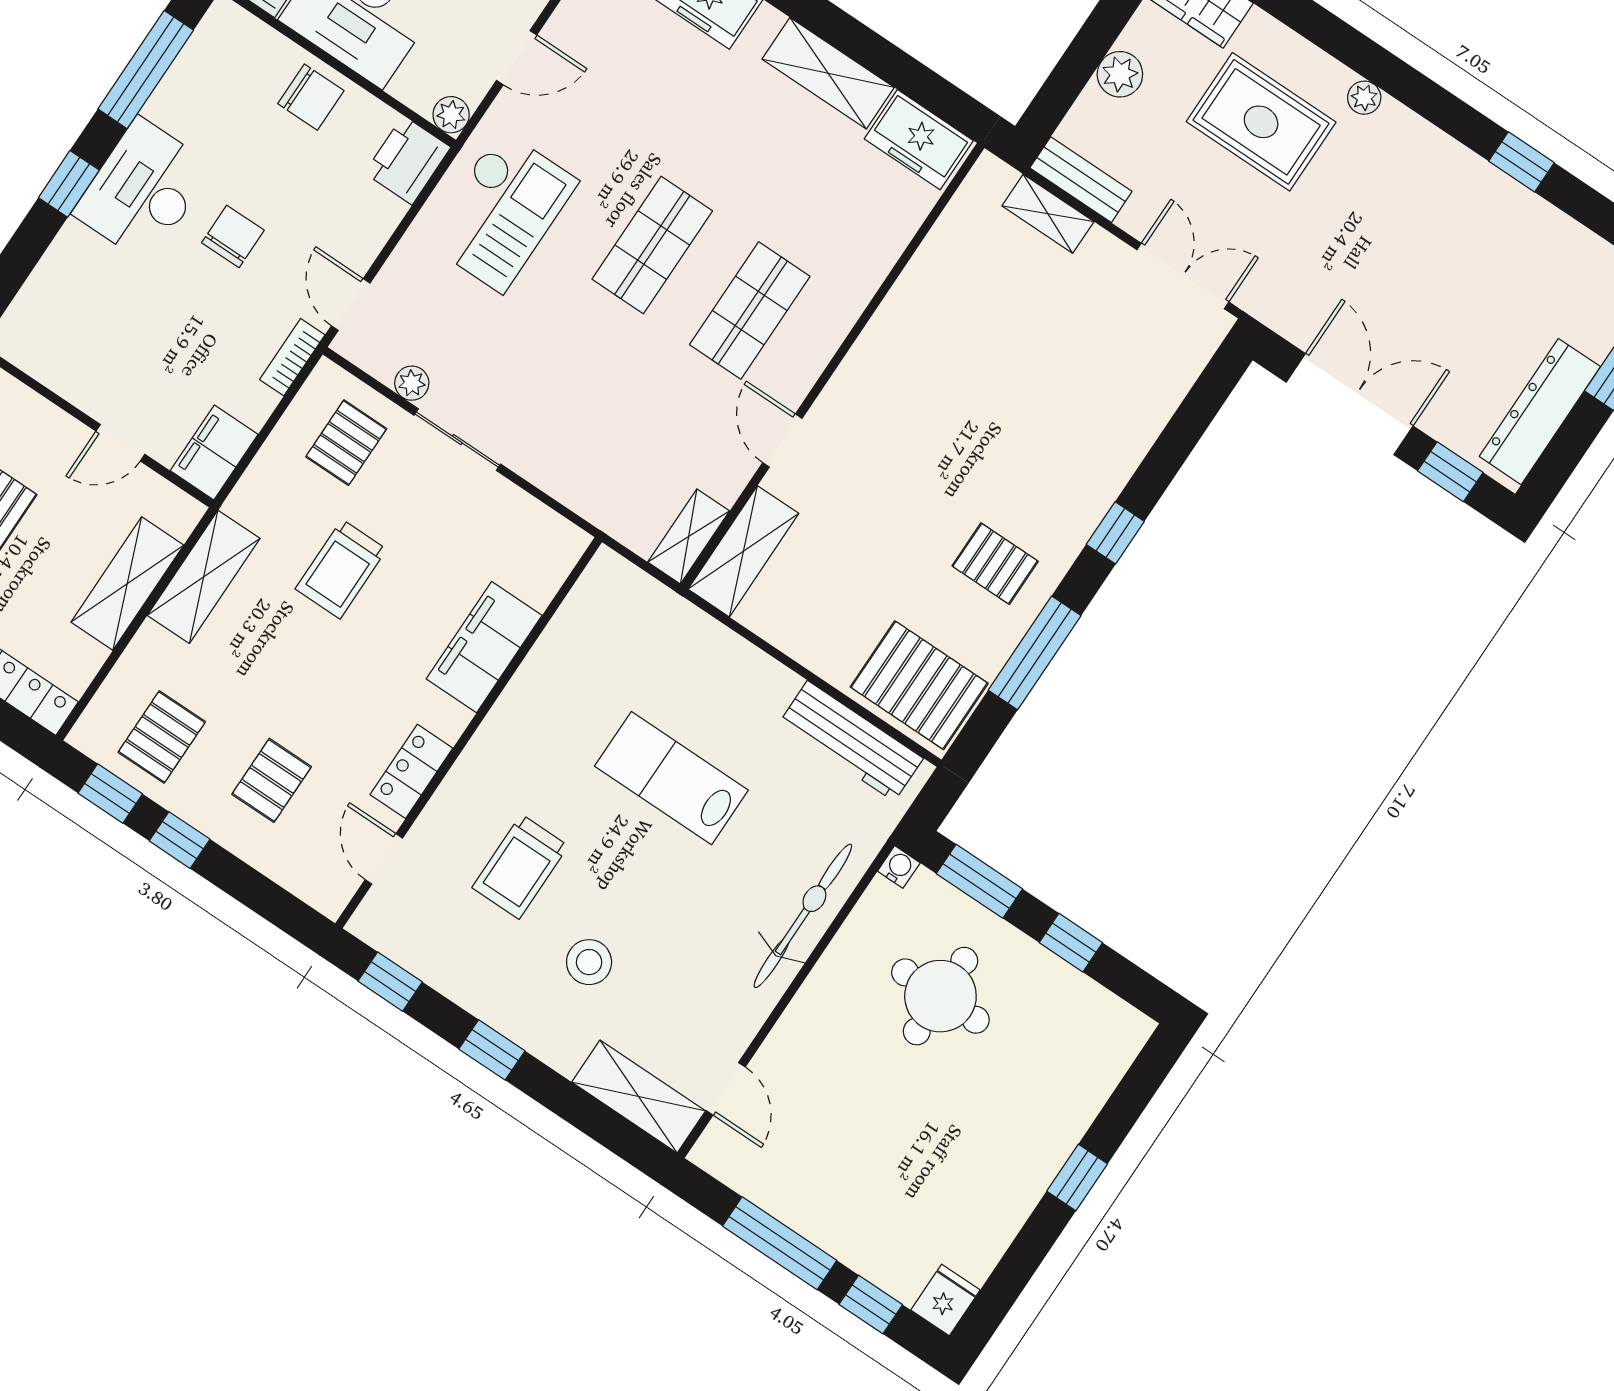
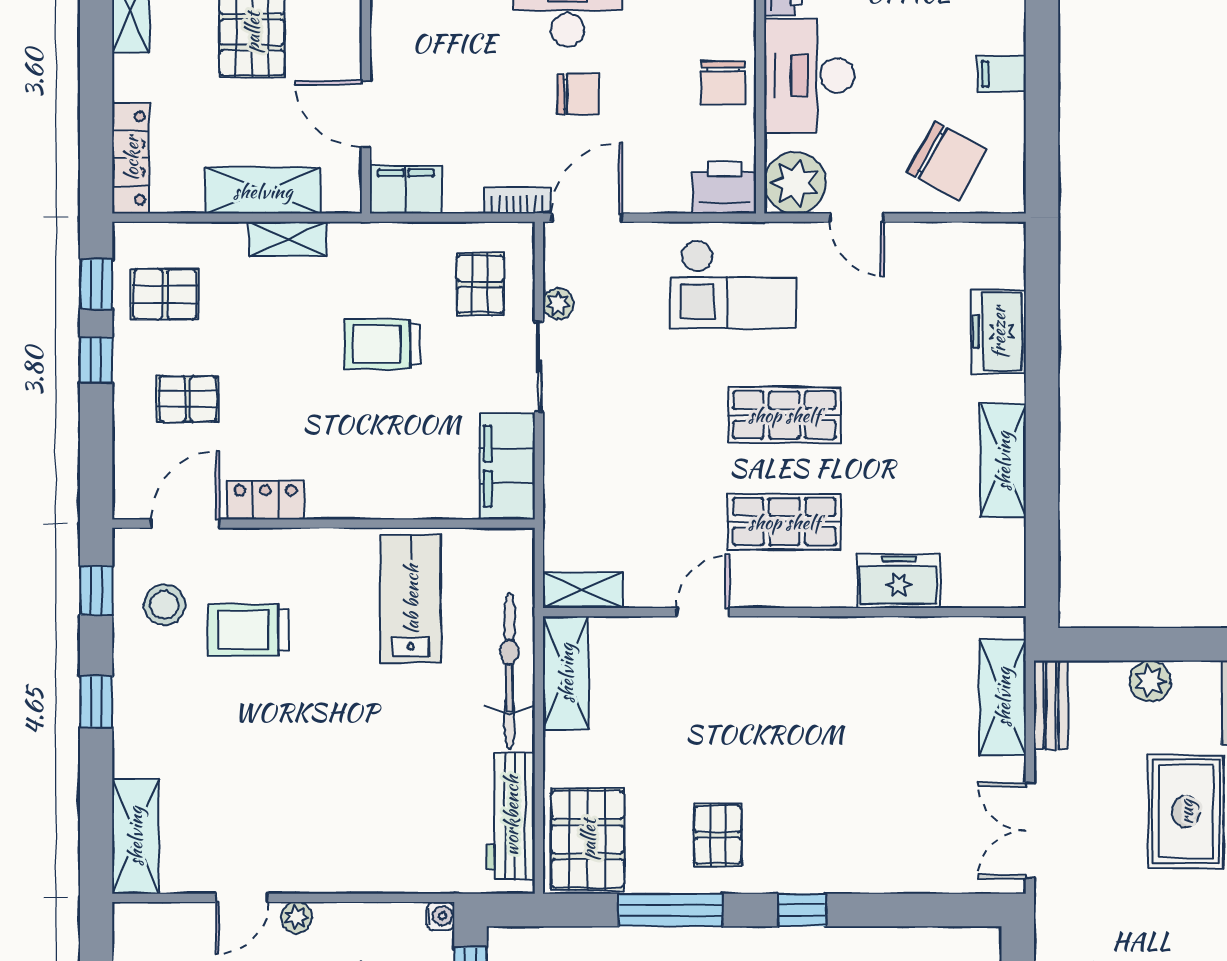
plant: (451, 115) -> (795, 183), width x1.88, depth x1.88
freezer: (919, 140) -> (899, 581), moved, turned 90
shelving: (1048, 214) -> (1003, 697), width x1.50, depth x1.33
double door: (1183, 276) -> (1030, 831), swing flipped
door: (351, 304) -> (587, 218), width x1.38
door: (120, 443) -> (366, 114), width x1.38
pallet: (346, 443) -> (480, 284), turned 90
shelving: (743, 551) -> (566, 673), moved, turned 90
shelving: (204, 577) -> (288, 239), width x0.67, depth x0.75
filing cabinet: (484, 647) -> (507, 466), moved, turned -90
lab bench: (671, 778) -> (411, 599), moved
door: (384, 859) -> (185, 524), width x1.38
bicycle: (803, 916) -> (509, 671), moved, turned -90
stool: (589, 962) -> (164, 605), moved
plant: (812, 999) -> (296, 917), added
door: (726, 1089) -> (242, 898), moved

